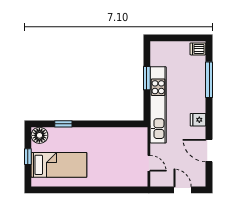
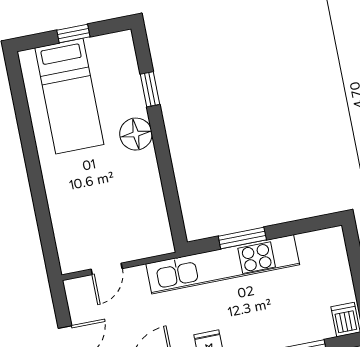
window: (147, 78) -> (242, 238), moved
floor lamp: (39, 135) -> (136, 134), moved

